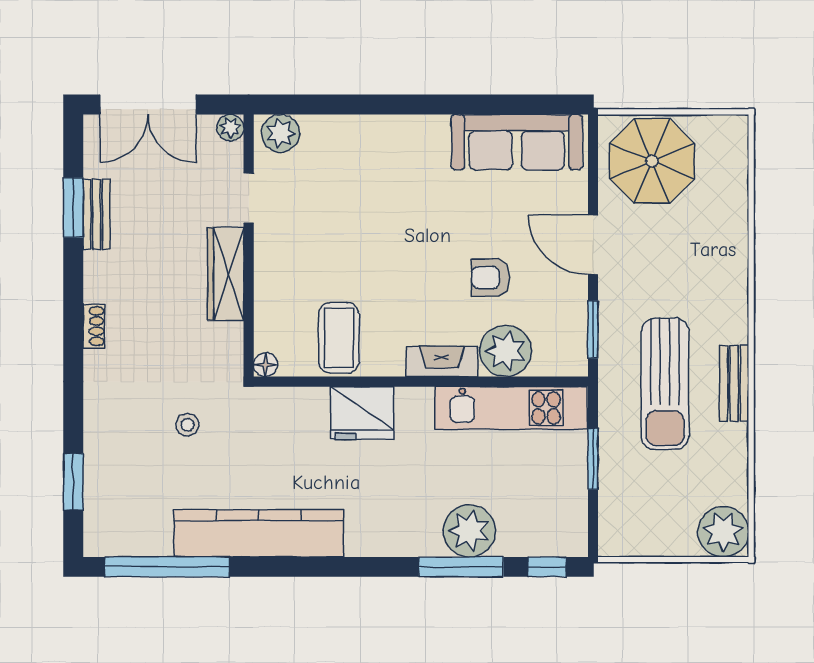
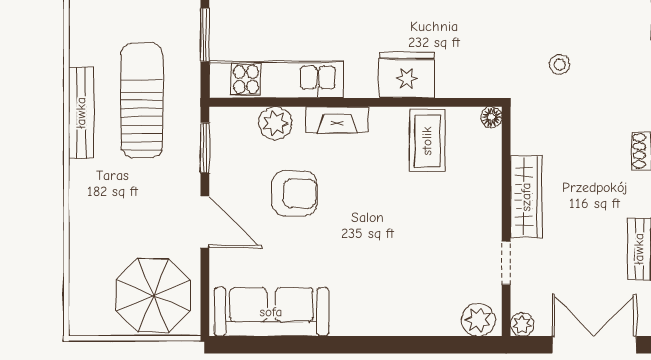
armchair: (491, 278) -> (294, 193), width x1.38, depth x1.38
plant: (506, 351) -> (275, 123), width x0.73, depth x0.73
bench: (734, 383) -> (81, 113), width x1.36

